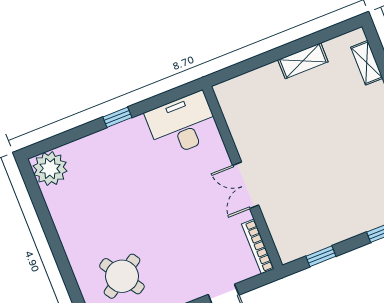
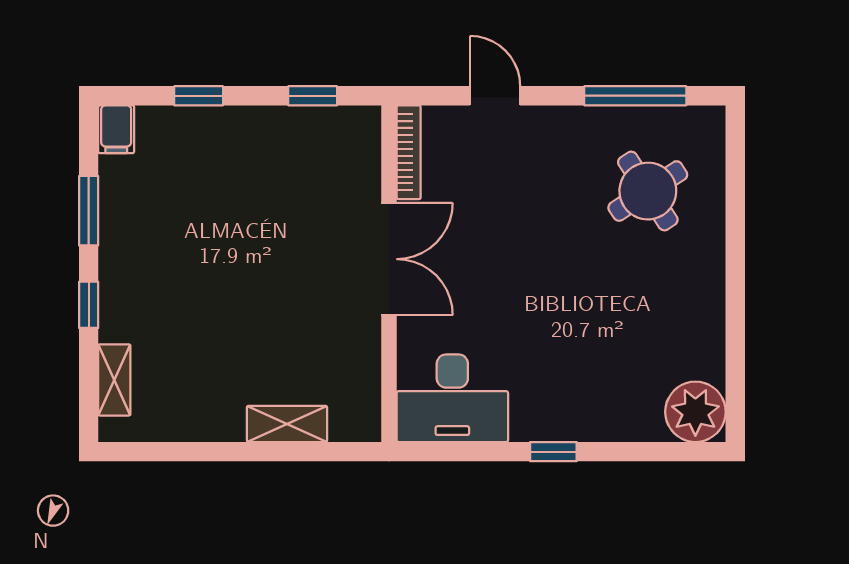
shelving: (303, 61) -> (287, 424), moved
double door: (246, 185) -> (389, 259), width x1.37

